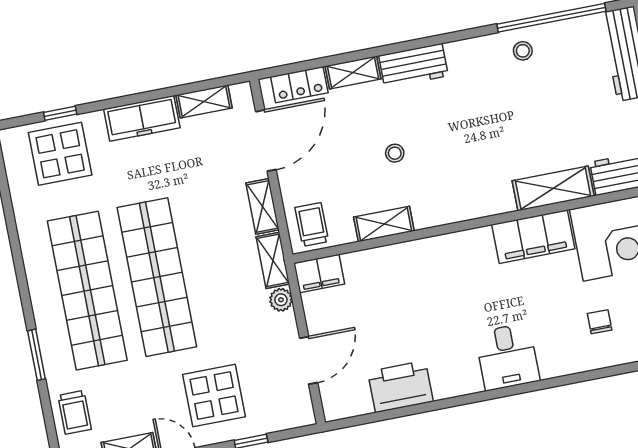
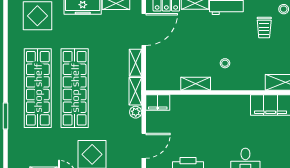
stool: (395, 153) -> (225, 63), moved
trolley: (312, 224) -> (264, 28), moved, turned 180
trolley: (75, 412) -> (19, 149), removed

